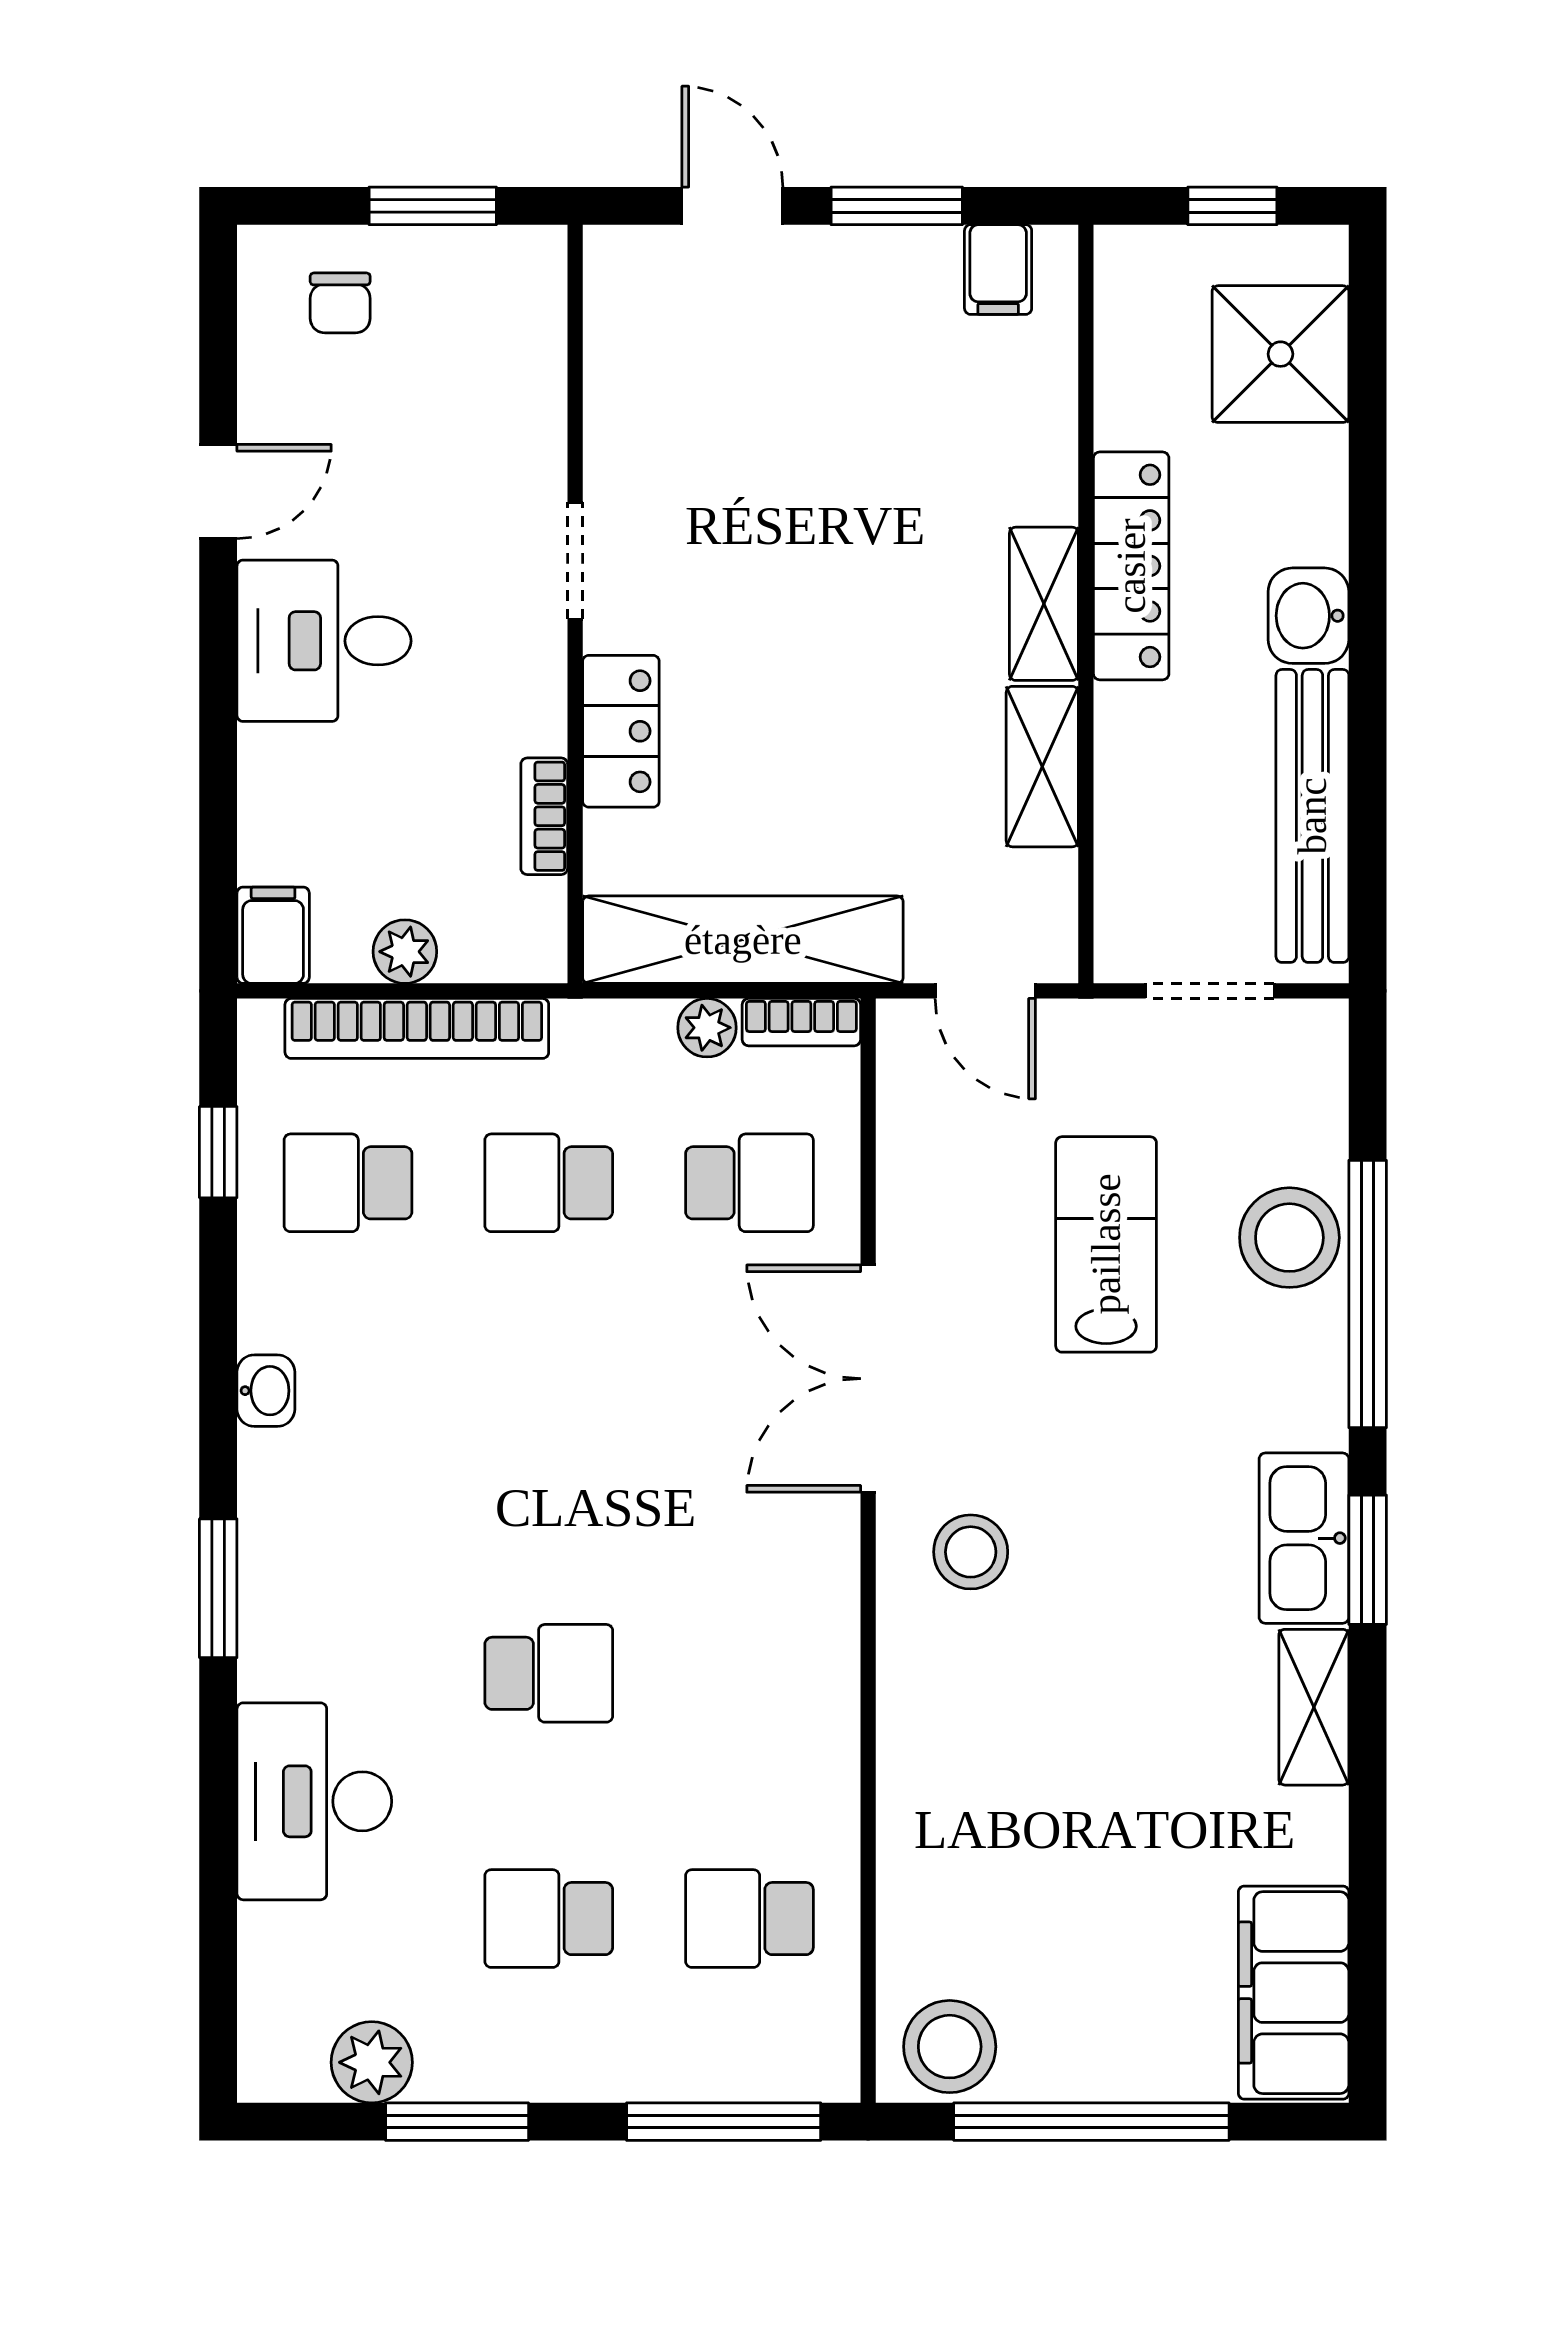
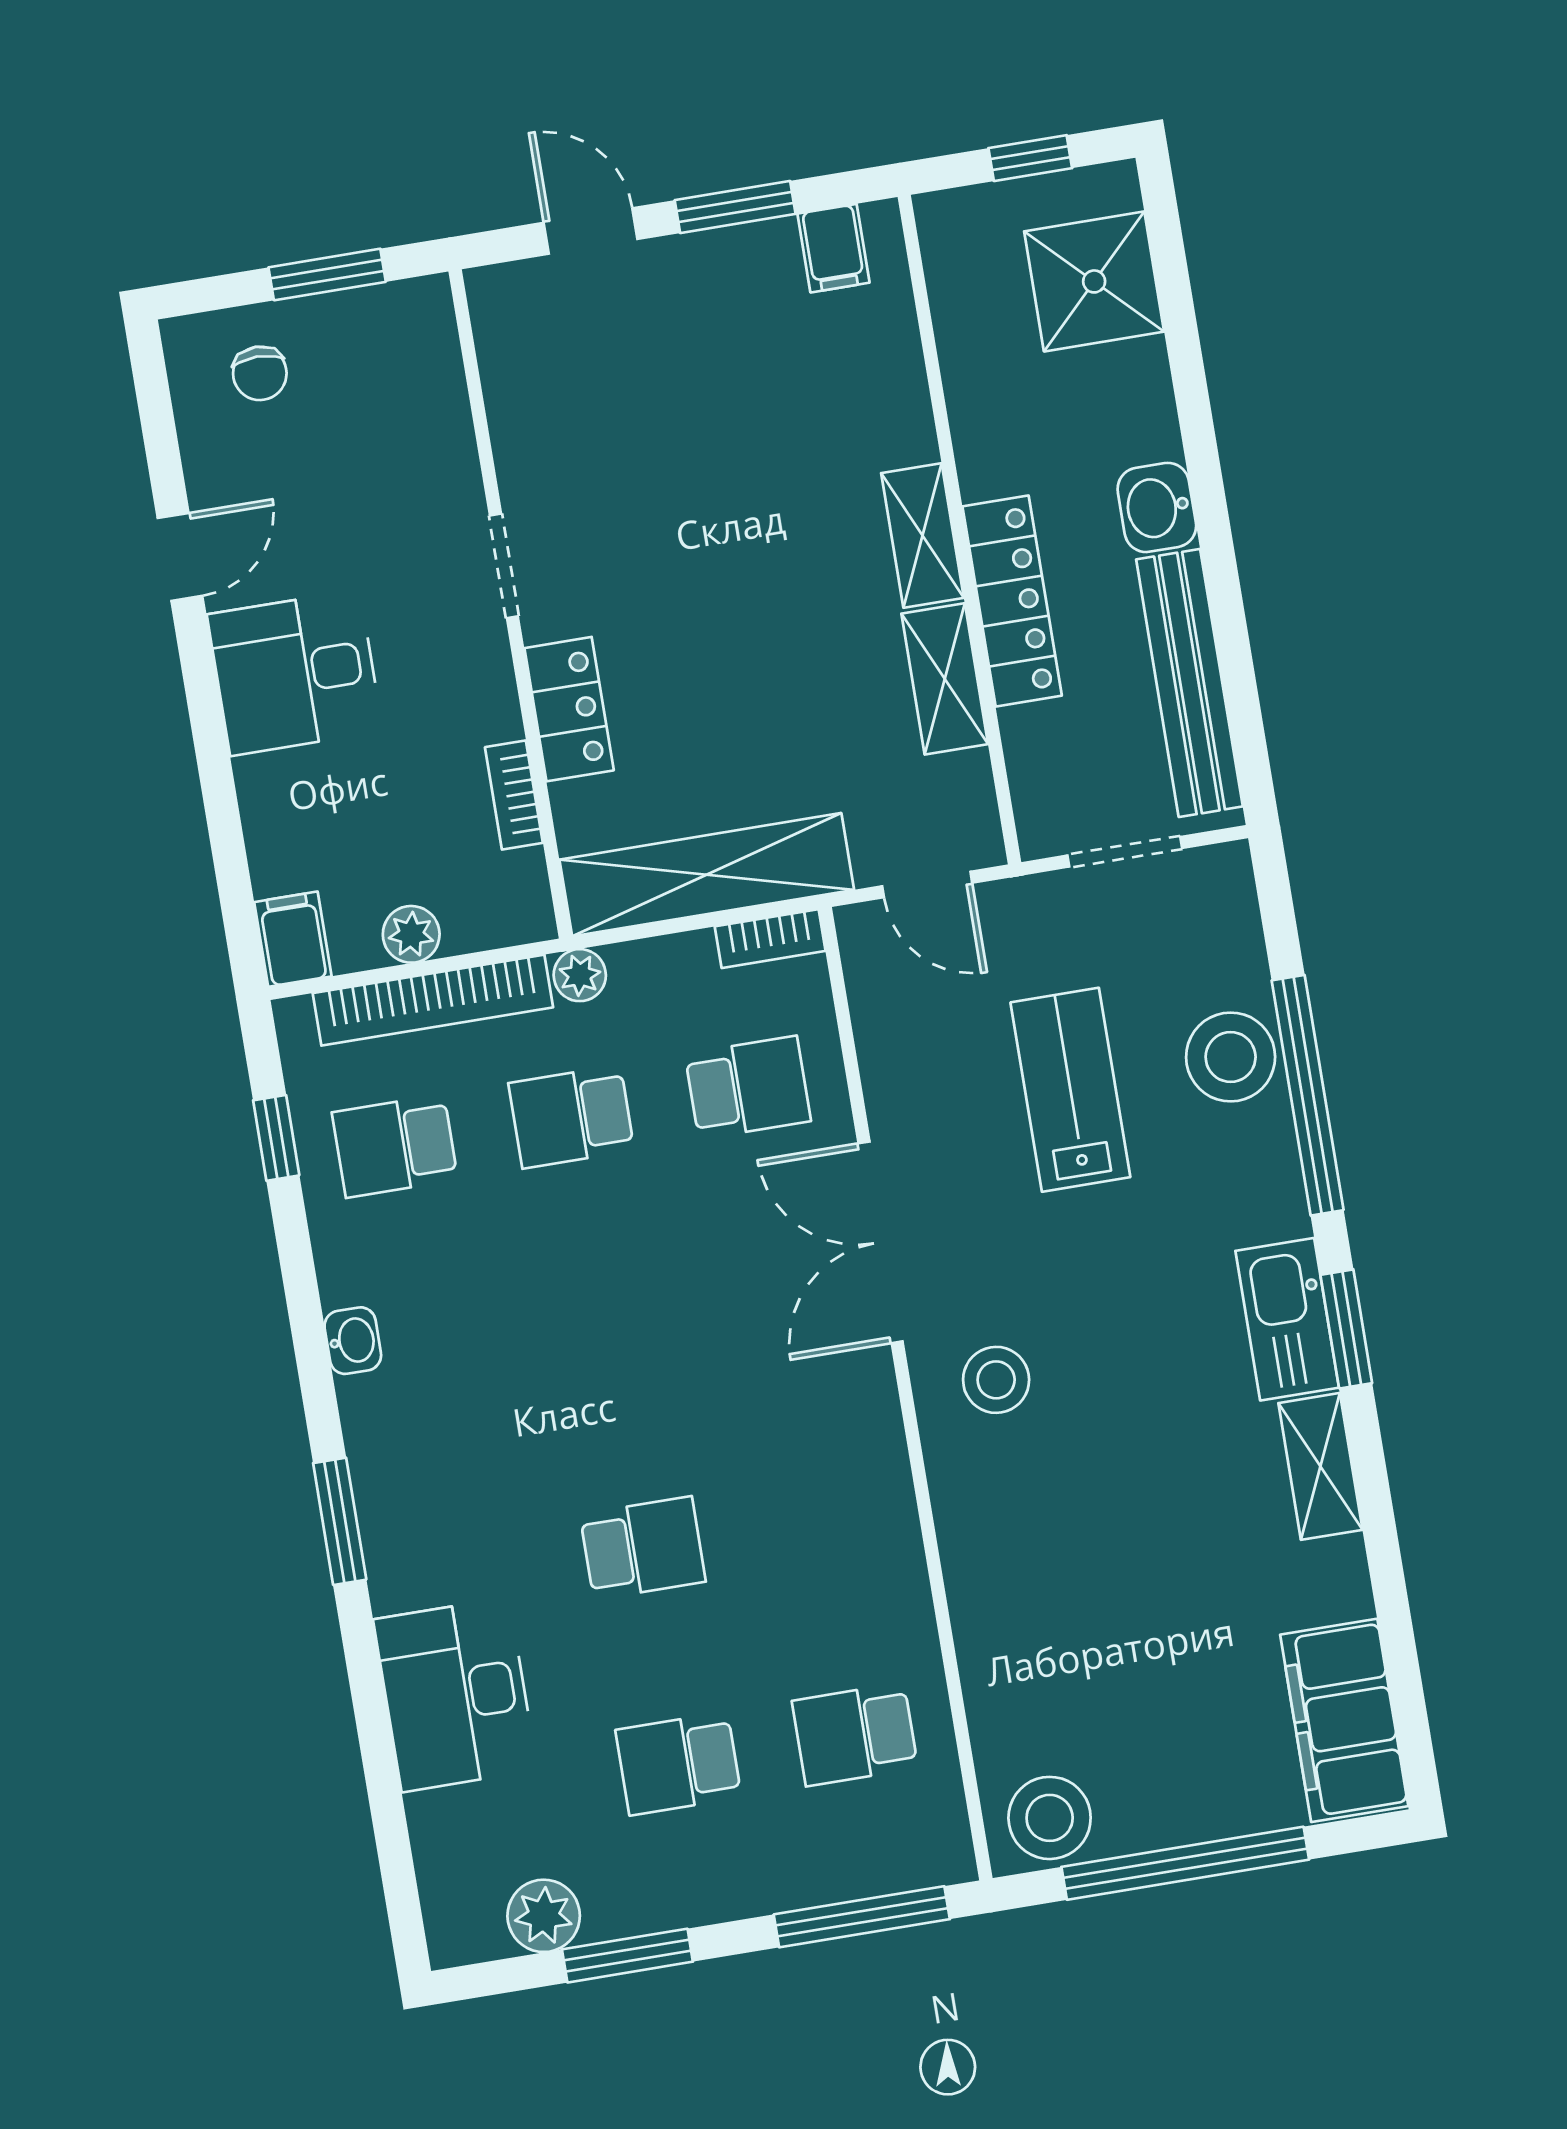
locker: (1131, 566) -> (1012, 601), moved
plant: (707, 1028) -> (580, 975), moved

